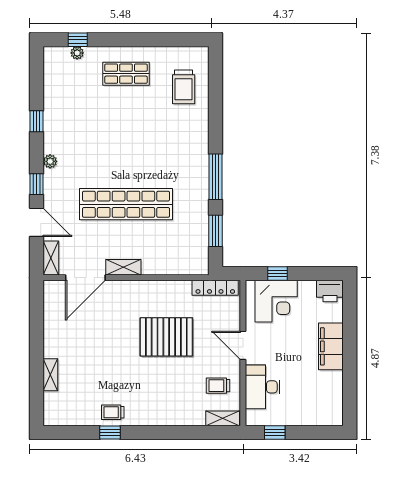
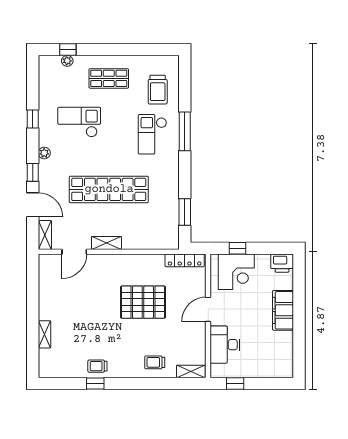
checkout: (91, 125) -> (79, 122), added
checkout: (177, 139) -> (152, 134), added
window: (215, 177) -> (185, 131), moved
door: (85, 278) -> (74, 252), width x0.73
door: (243, 345) -> (208, 309), hinge flipped
trolley: (218, 386) -> (155, 362), moved

